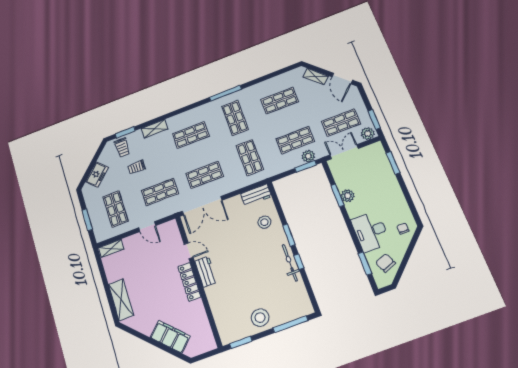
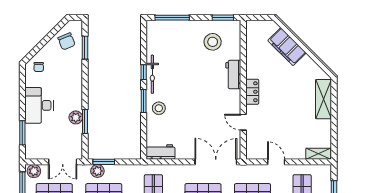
stool: (264, 222) -> (159, 108), moved
desk: (371, 232) -> (39, 105), moved, turned 180
workbench: (206, 272) -> (233, 74), moved
locker: (189, 282) -> (252, 92), width x0.66
stool: (260, 318) -> (213, 42), moved

